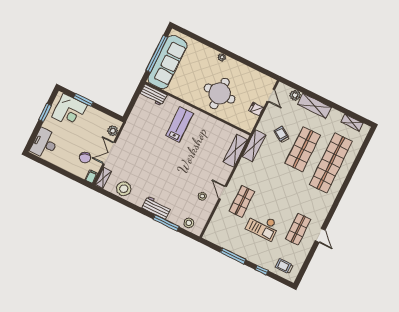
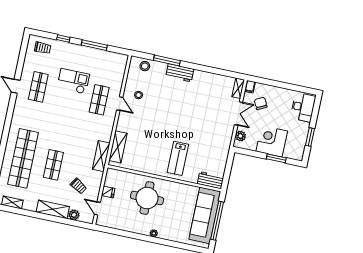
corner desk: (70, 111) -> (272, 141), moved
trolley: (282, 134) -> (78, 186), moved
shop shelf: (303, 149) -> (53, 165), width x0.70, depth x0.74
stool: (124, 189) -> (216, 83), removed

